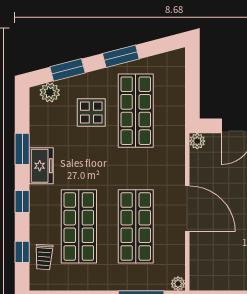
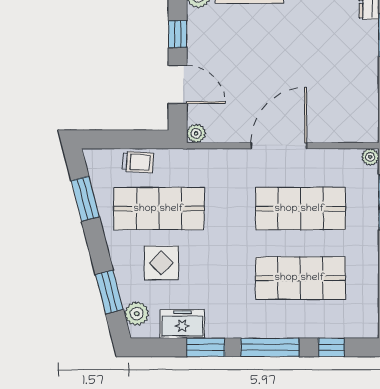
window: (121, 56) -> (85, 199), moved
freezer: (41, 166) -> (182, 324), moved
window: (22, 202) -> (270, 347), width x2.17
trolley: (44, 257) -> (138, 162), moved

